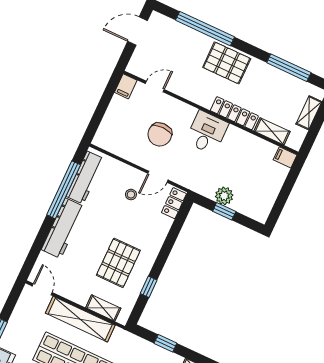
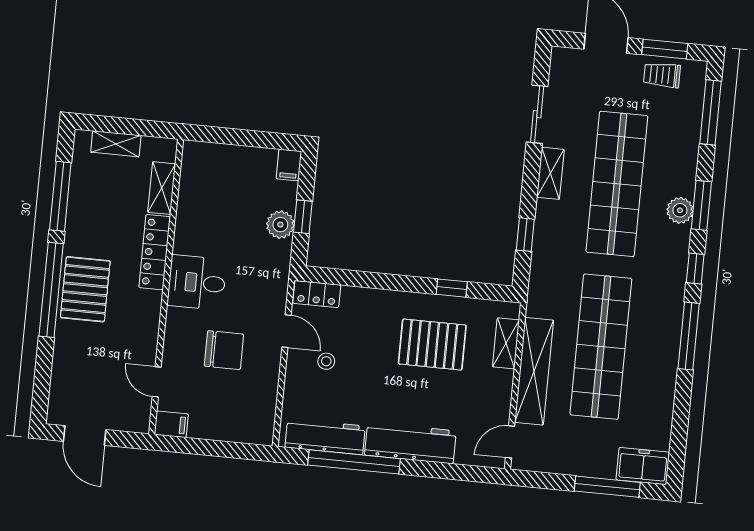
window: (205, 29) -> (51, 290), moved
filing cabinet: (285, 157) -> (289, 165), moved

